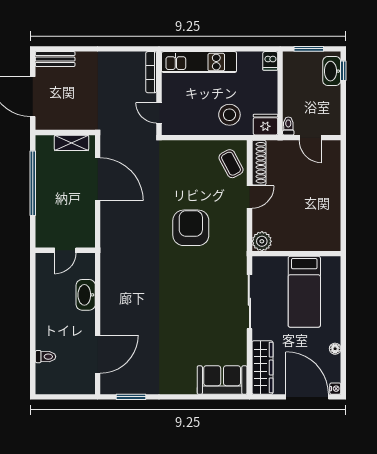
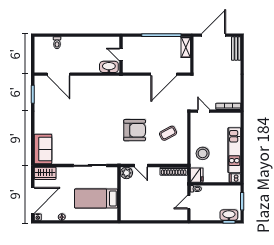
kitchen unit: (199, 62) -> (234, 150), moved
door: (159, 113) -> (204, 111), hinge flipped
shelving: (71, 143) -> (186, 47), moved
coffee table: (231, 164) -> (168, 133), moved
door: (249, 197) -> (141, 165), moved
washbasin: (86, 295) -> (109, 67), moved
wardrobe: (262, 368) -> (45, 173), width x0.67

